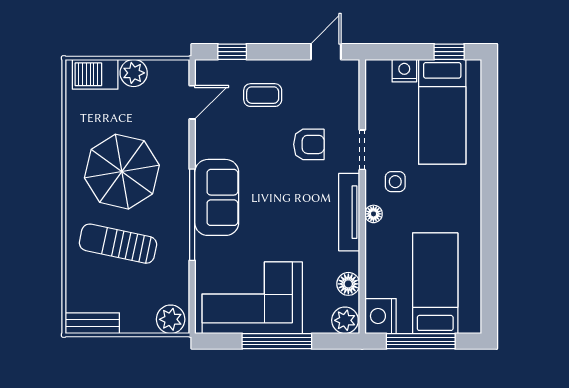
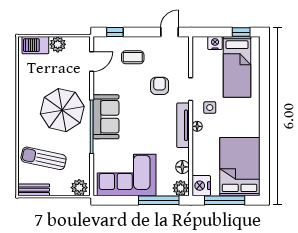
armchair: (309, 144) -> (160, 86), turned -90
parasol: (122, 172) -> (62, 110), moved
sun lounger: (118, 244) -> (44, 158), moved
bed: (435, 283) -> (240, 167), width x1.50
window: (277, 341) -> (159, 200), moved

